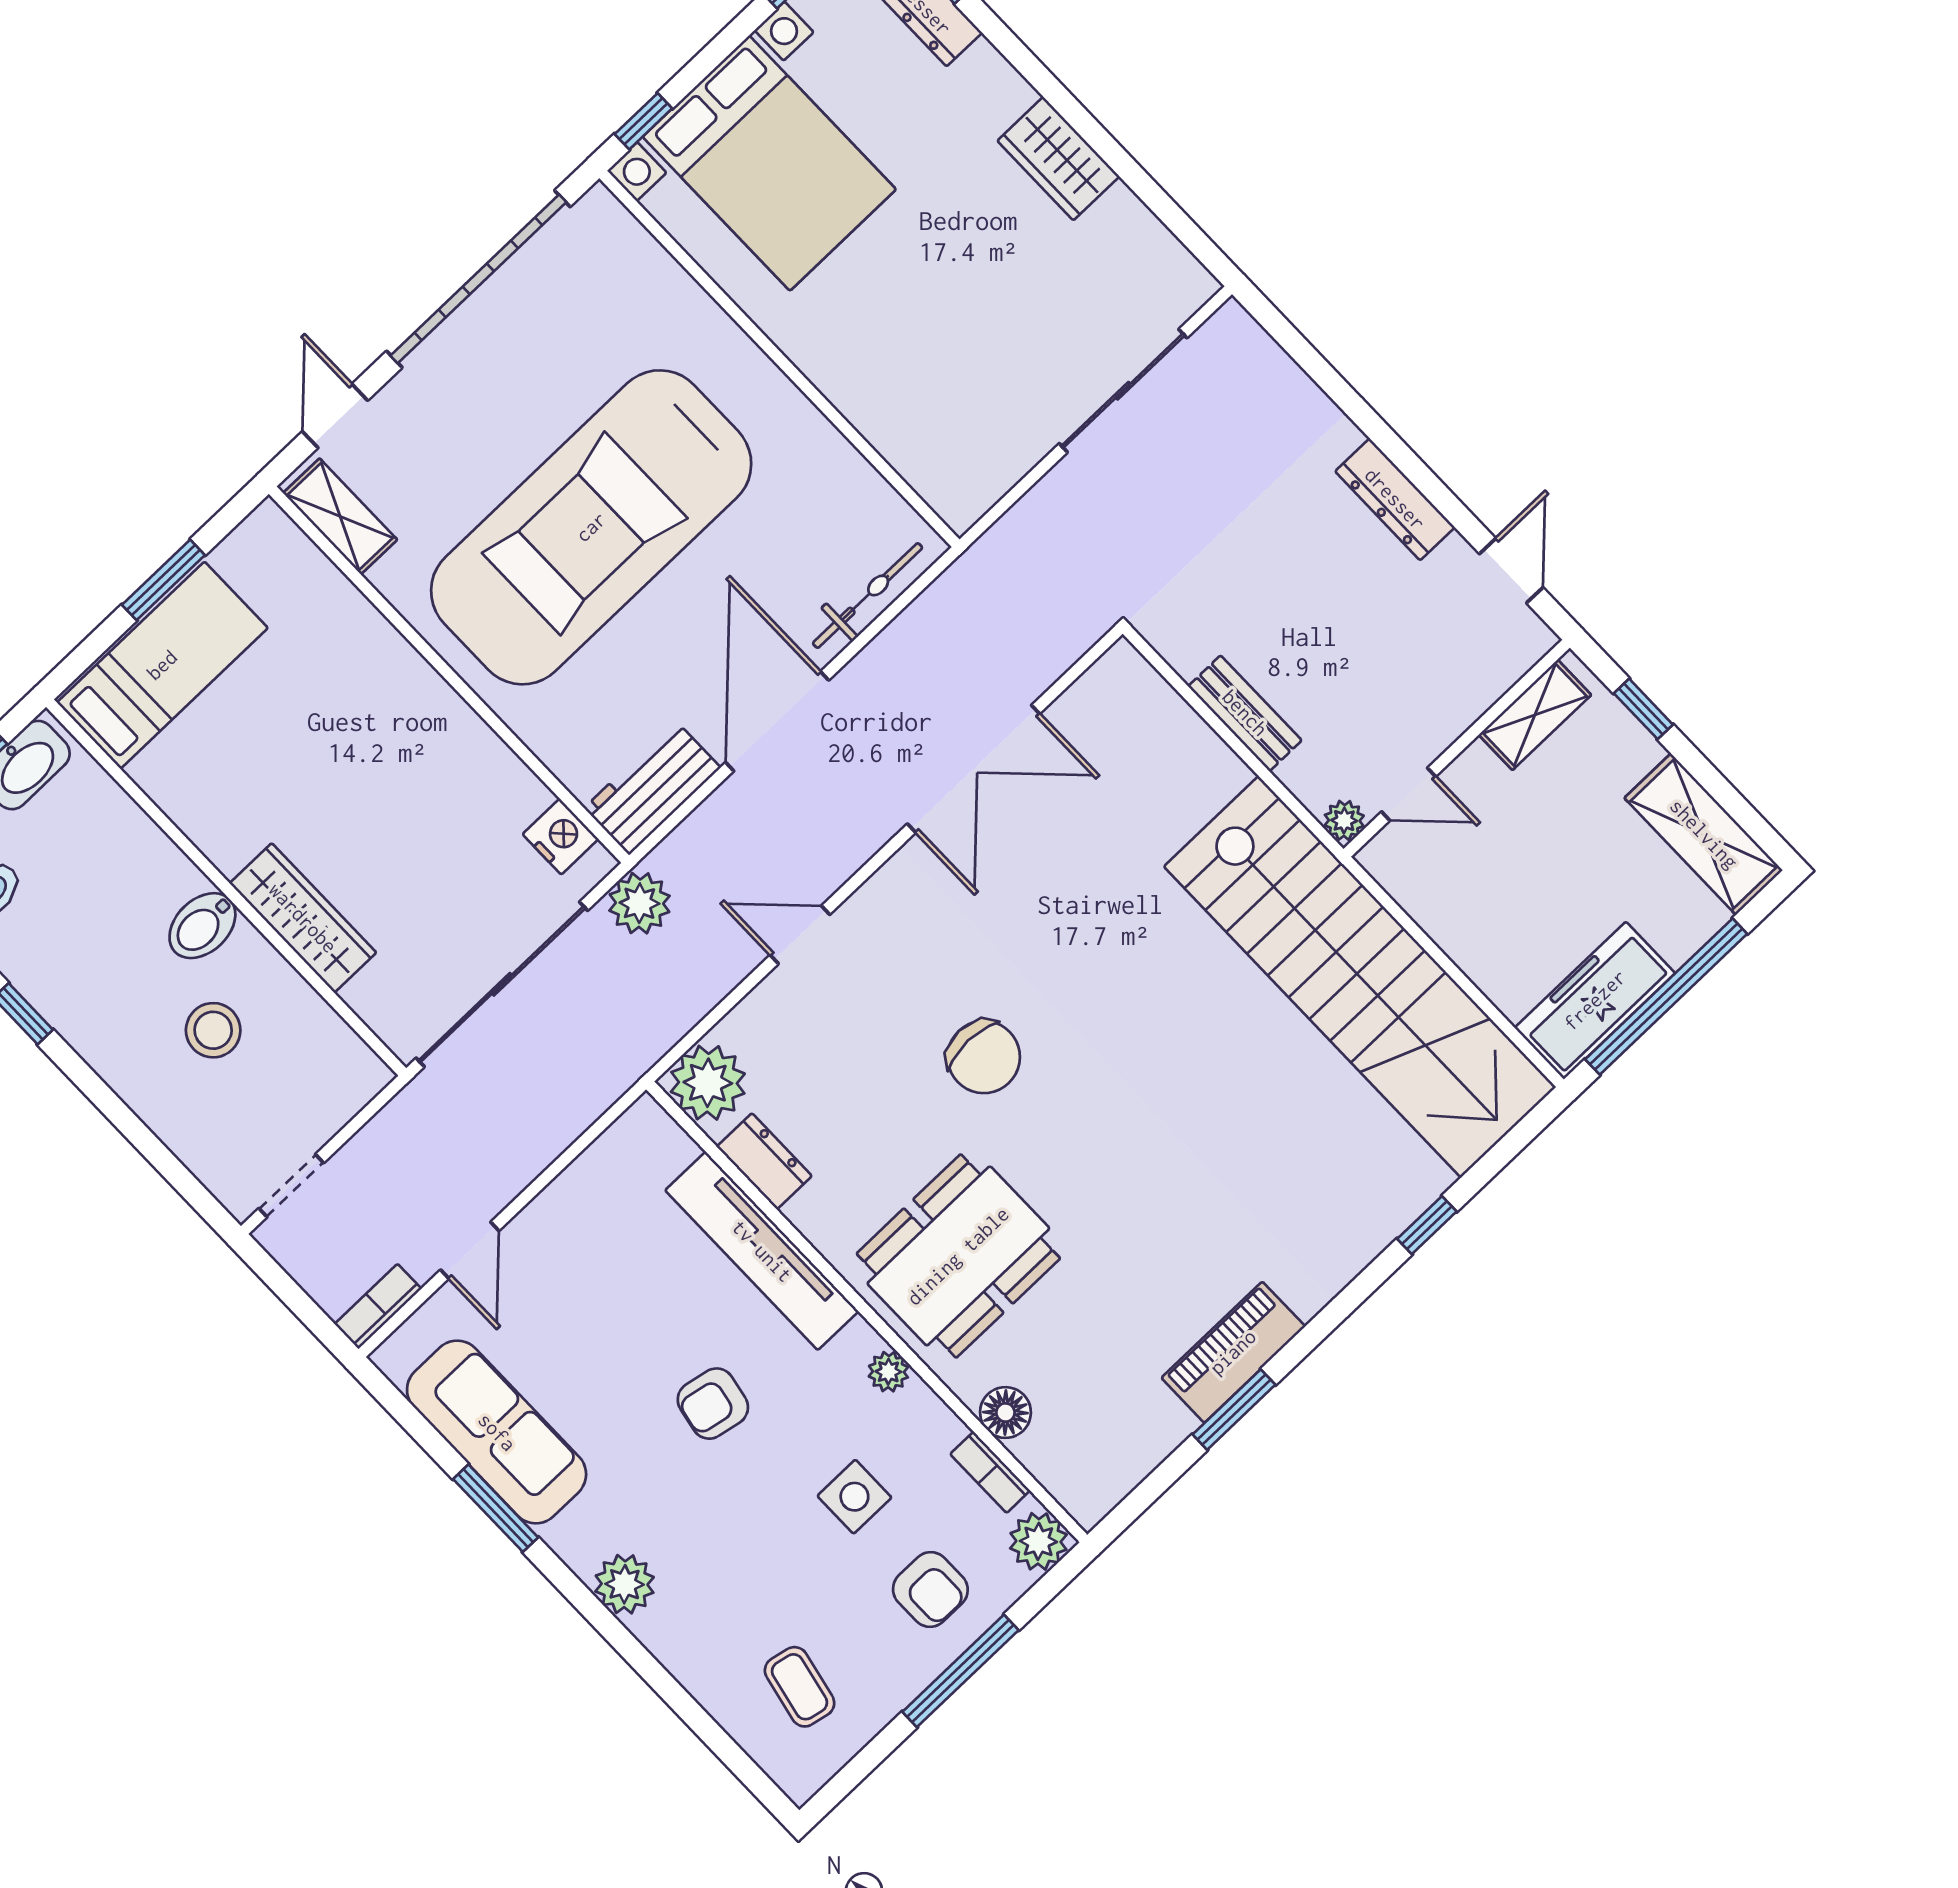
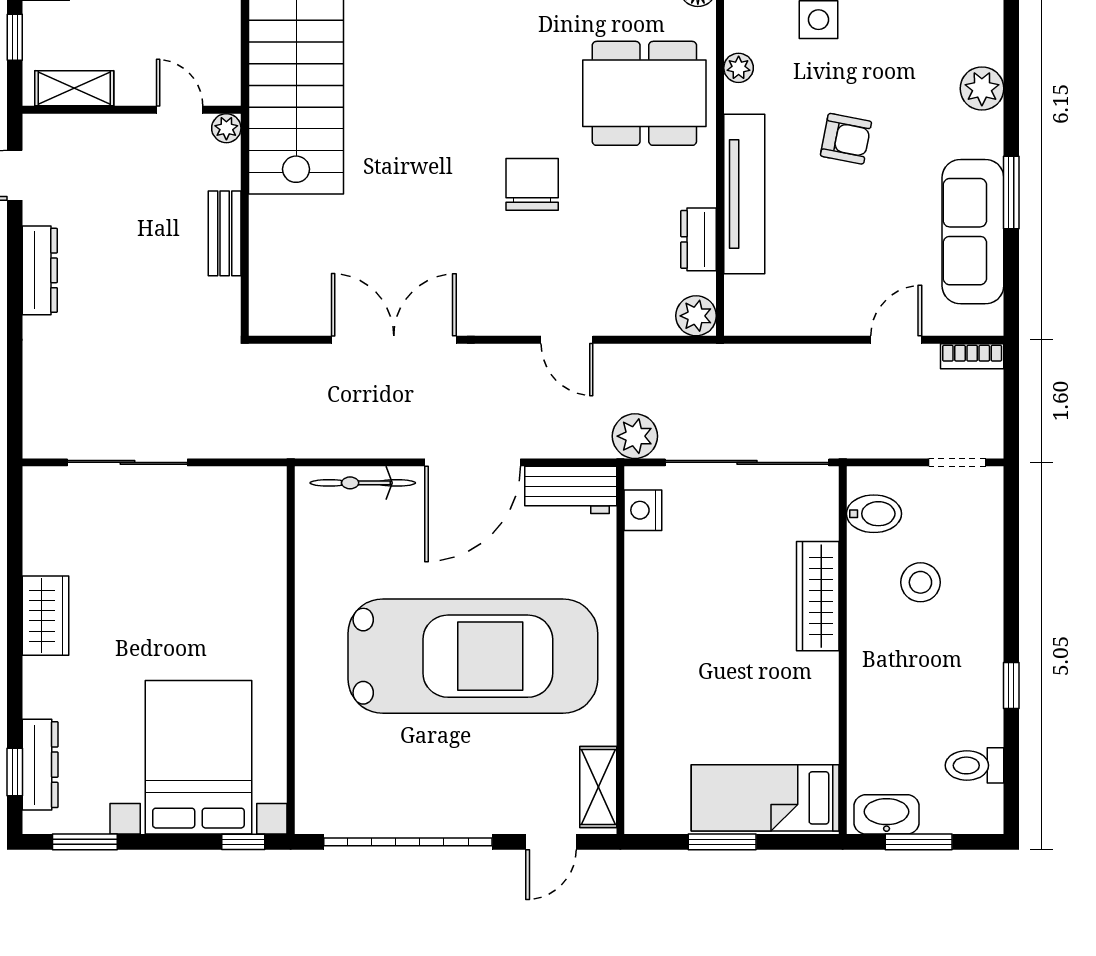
bidet: (202, 926) -> (874, 514), moved
plant: (708, 1083) -> (696, 316), width x0.73, depth x0.73

